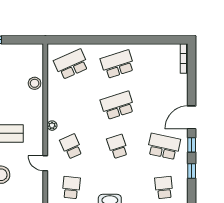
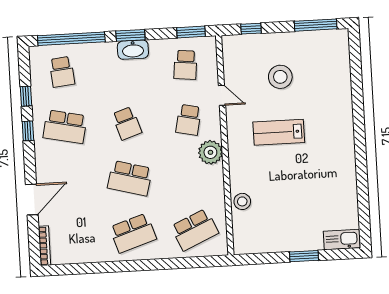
school desk: (118, 105) -> (130, 178), turned 33
door: (192, 117) -> (32, 200), moved
plant: (52, 126) -> (210, 152), width x1.88, depth x1.88
school desk: (71, 146) -> (189, 120), turned 36

